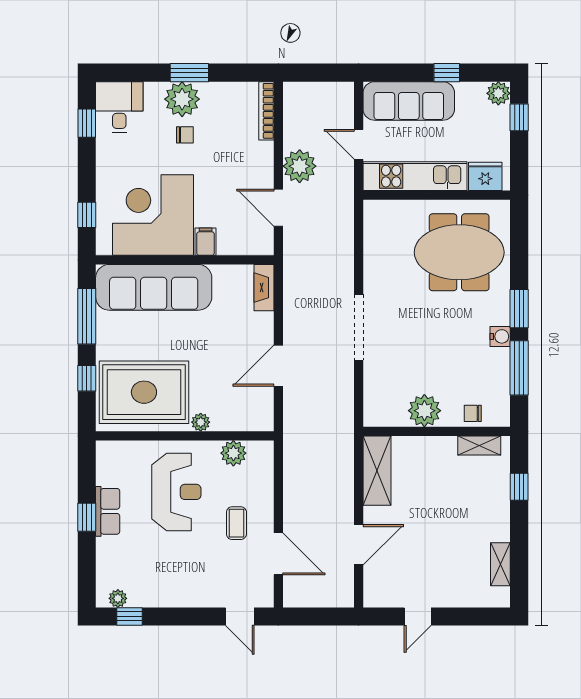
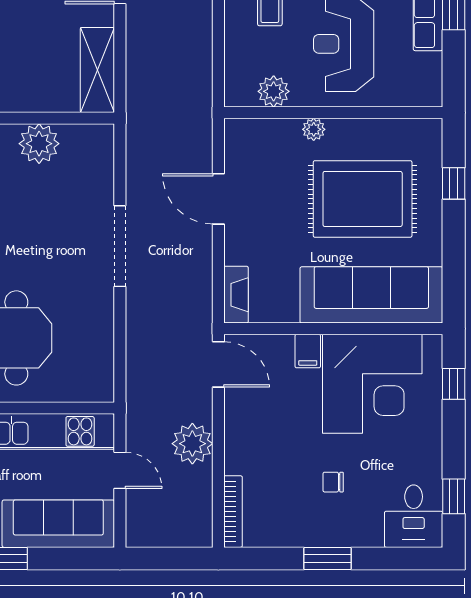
plant: (182, 99) -> (337, 526), removed
door: (278, 208) -> (218, 364), moved
window: (87, 316) -> (454, 259), removed
door: (278, 366) -> (218, 199), swing flipped
rug: (144, 392) -> (363, 199), moved

